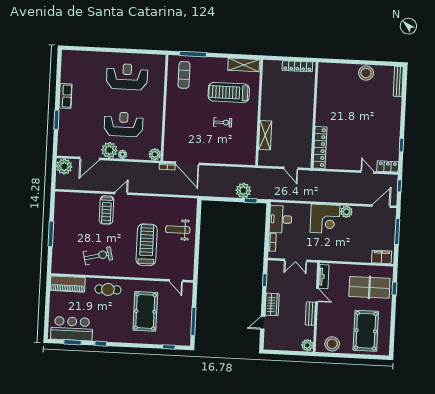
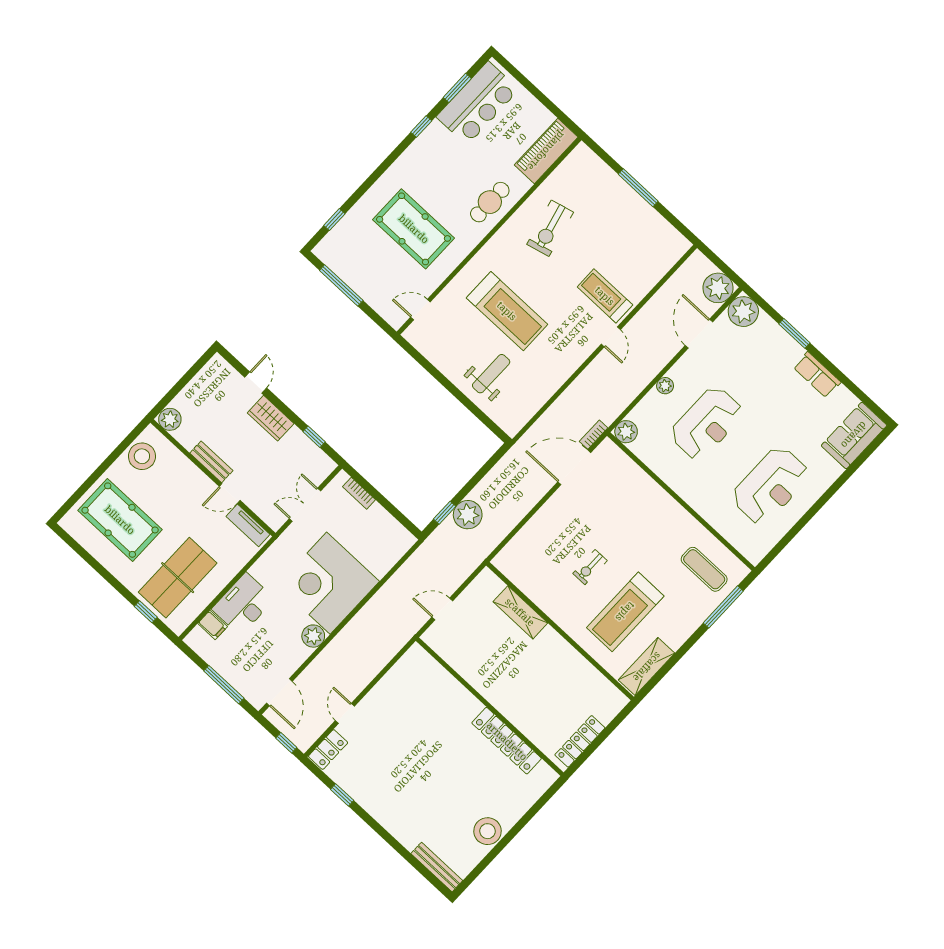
sofa: (78, 60) -> (854, 435), added
treadmill: (229, 92) -> (625, 612), turned 180
locker: (320, 147) -> (507, 741), moved
plant: (109, 150) -> (743, 312), moved
door: (367, 172) -> (345, 713), swing flipped
desk: (281, 219) -> (243, 604), moved, turned -90
corner desk: (325, 219) -> (328, 583), width x1.36, depth x1.36
filing cabinet: (382, 257) -> (213, 625), width x0.50

